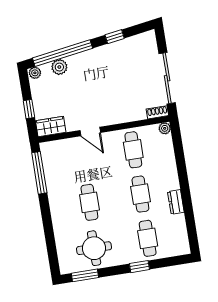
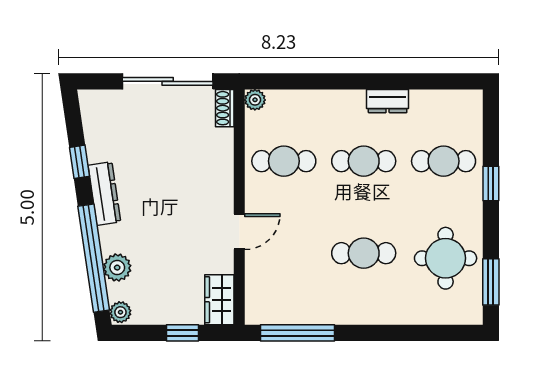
dresser: (99, 53) -> (104, 194), added

